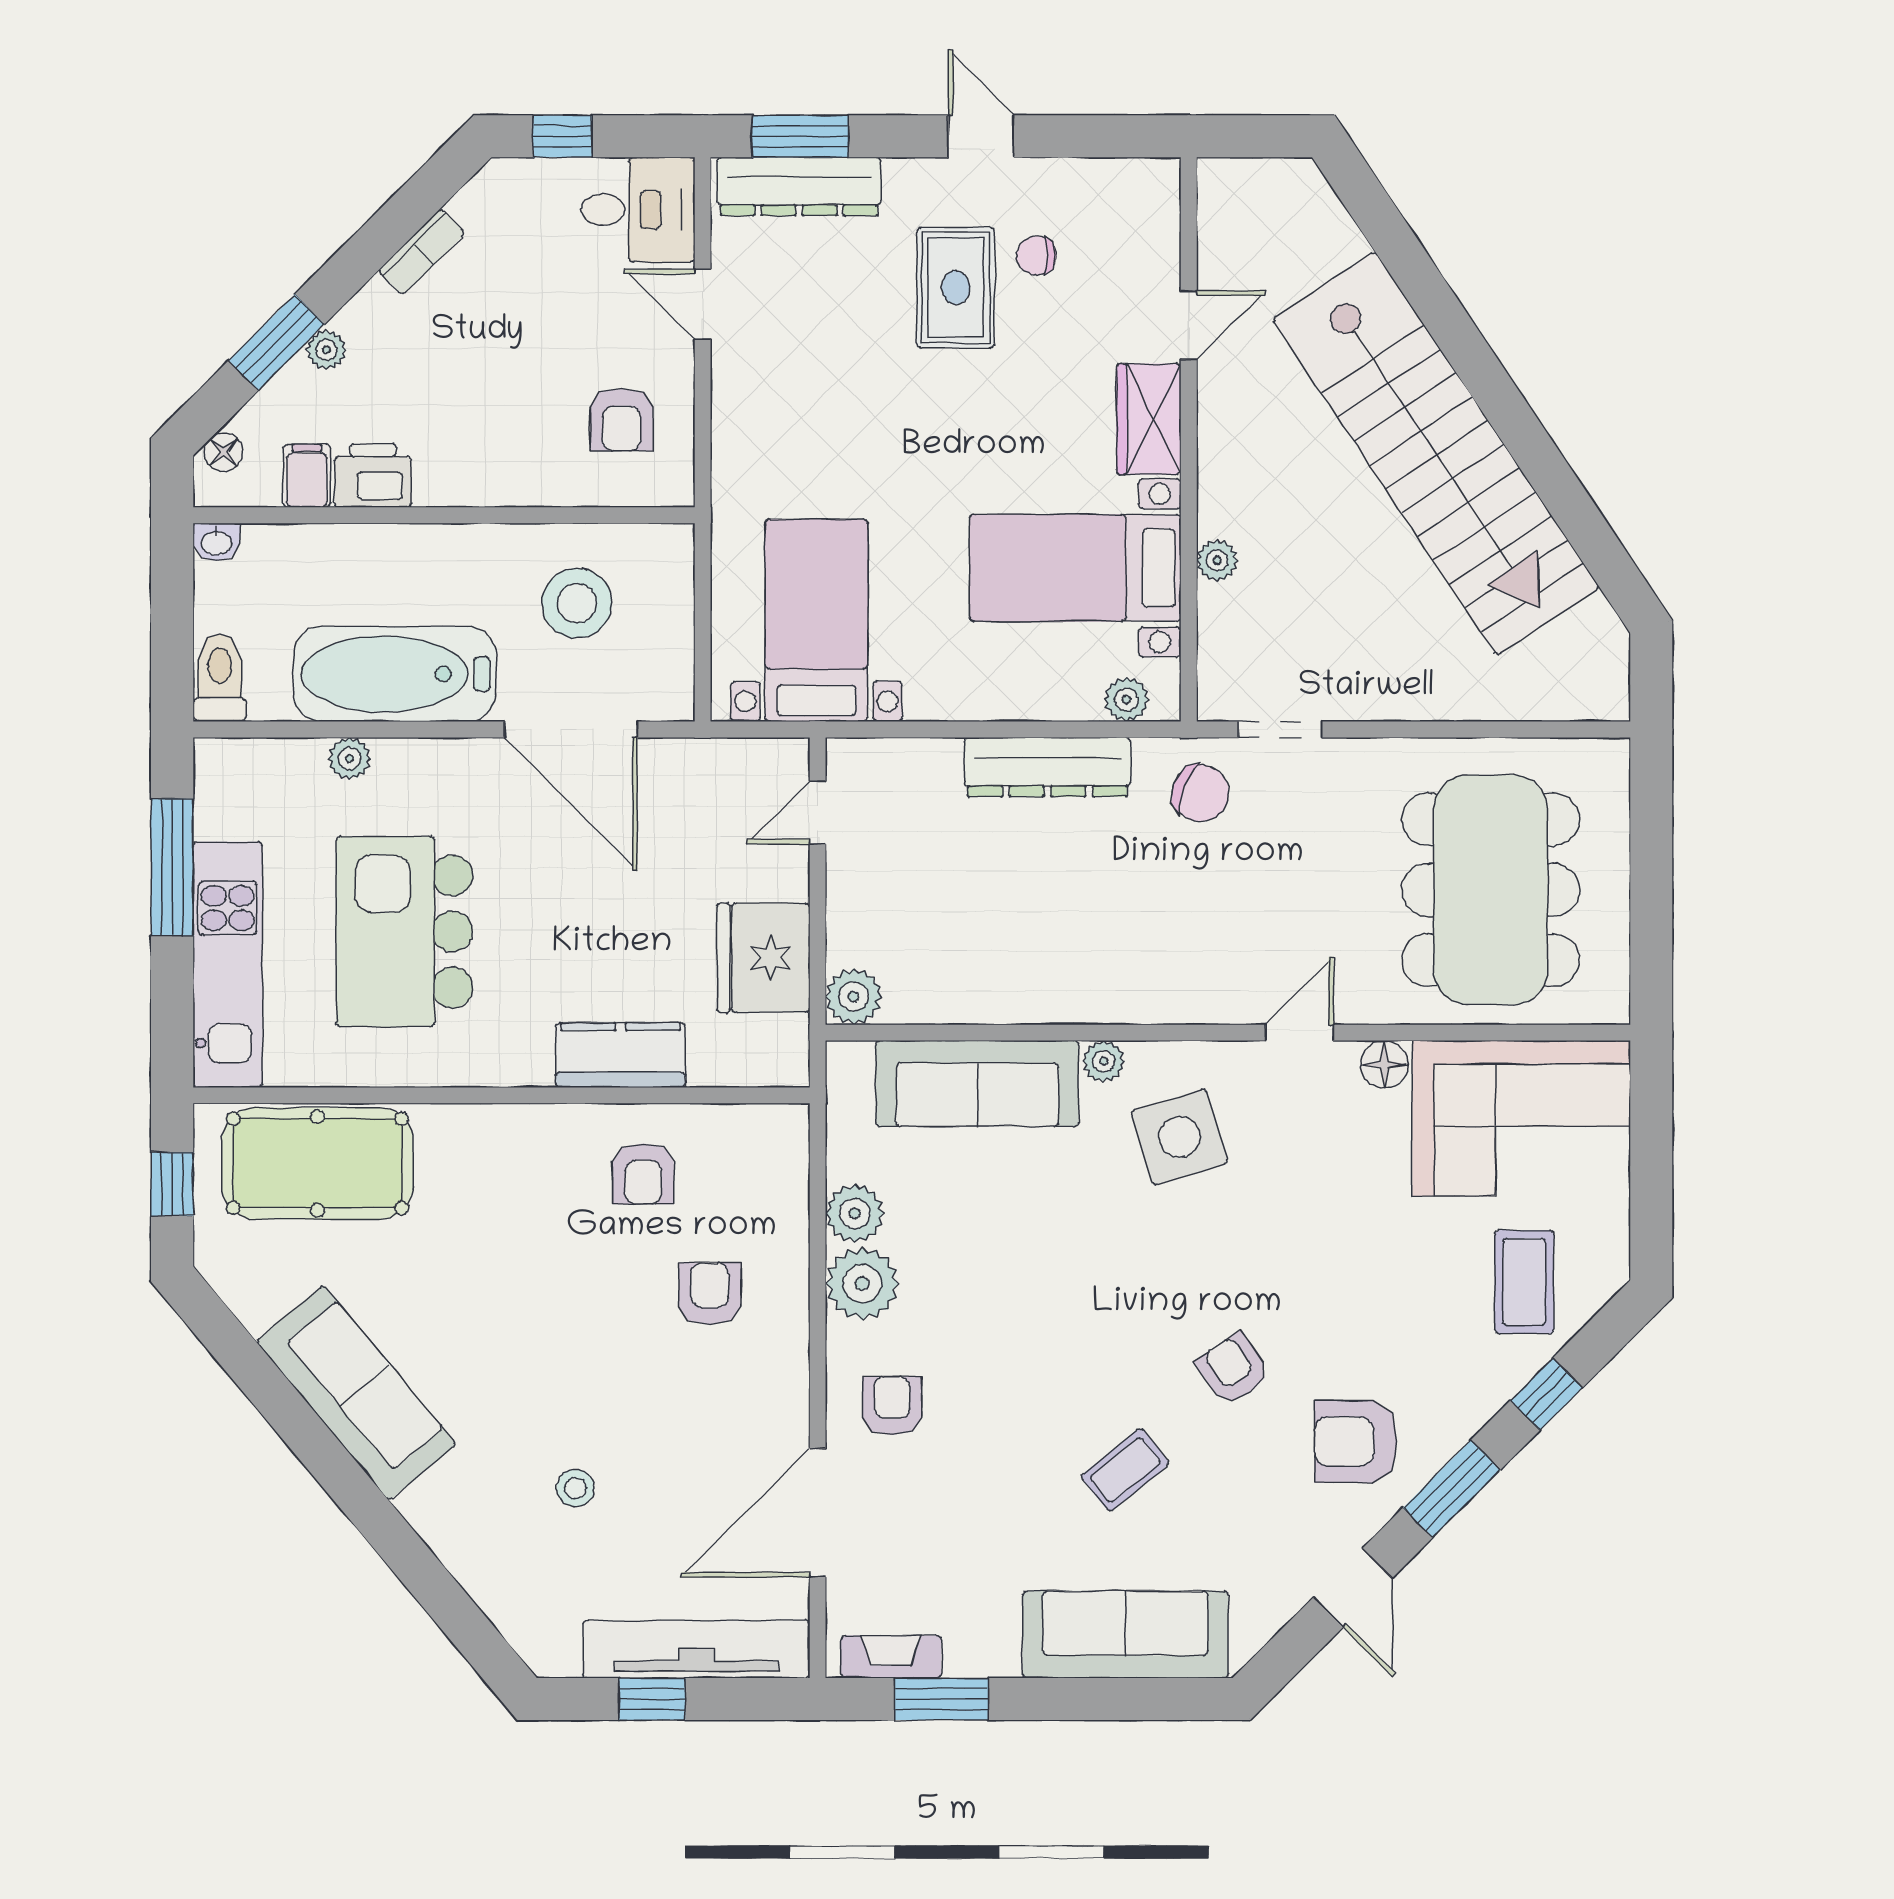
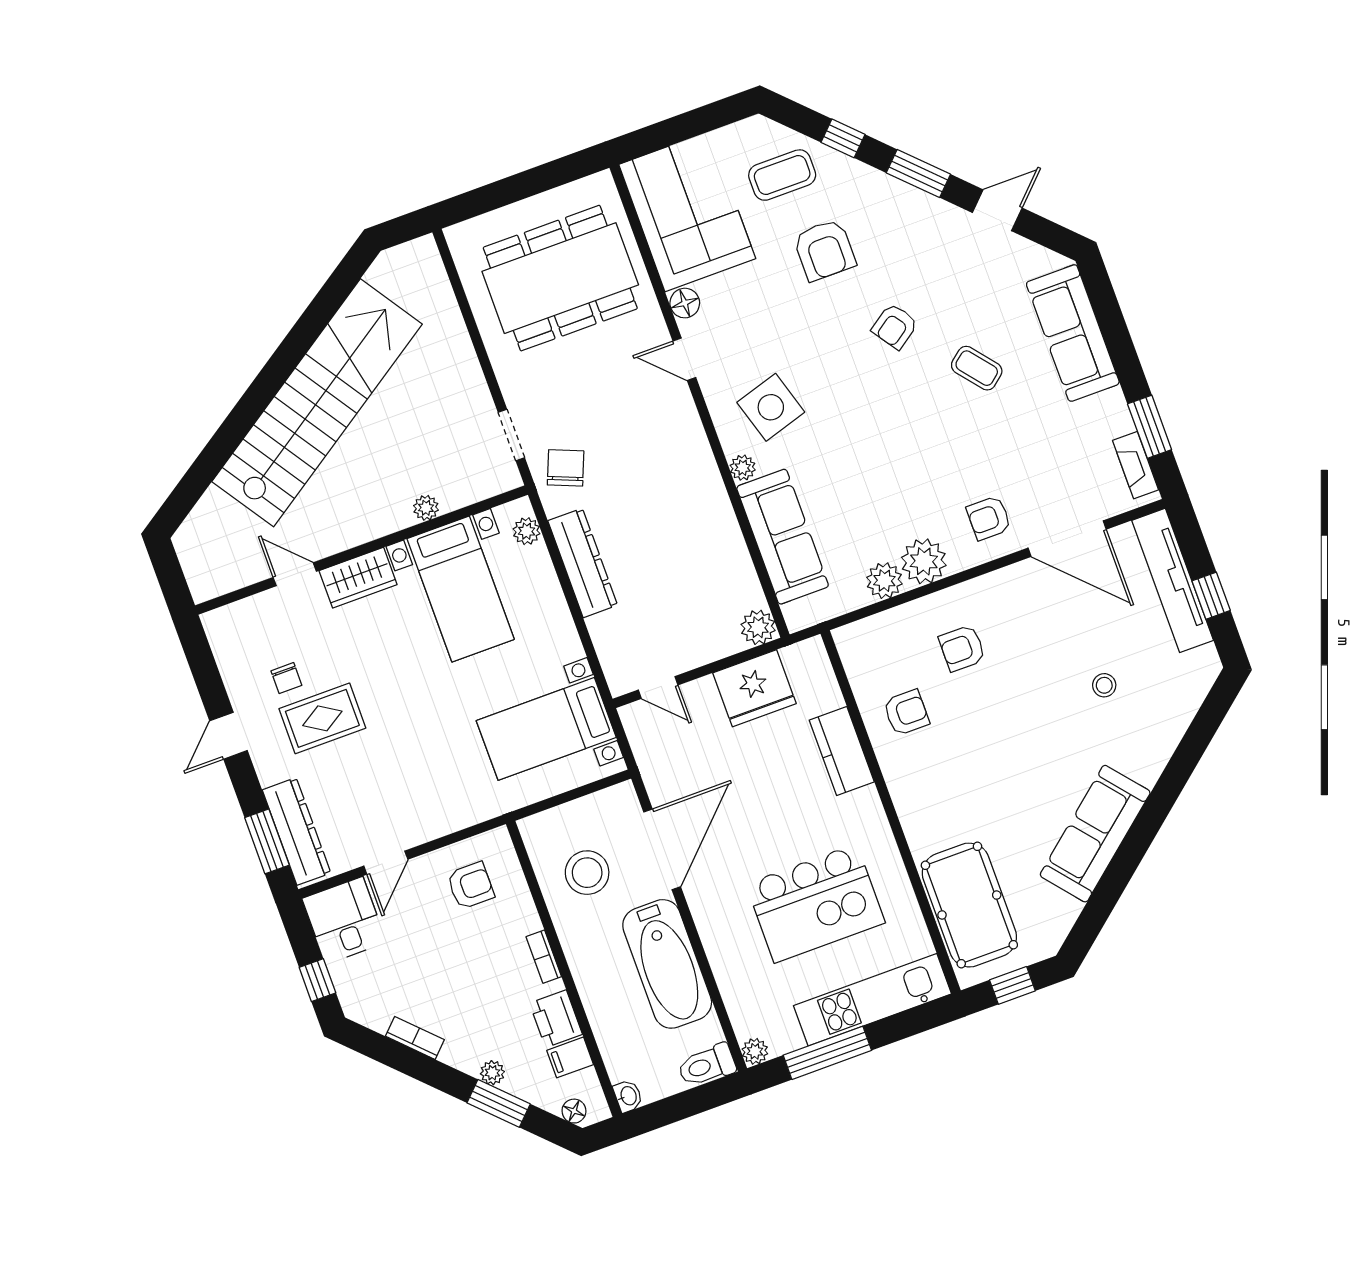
bookcase: (474, 491) -> (544, 957), added
plant: (349, 758) -> (755, 1051), moved
armchair: (1356, 1442) -> (825, 250), moved

